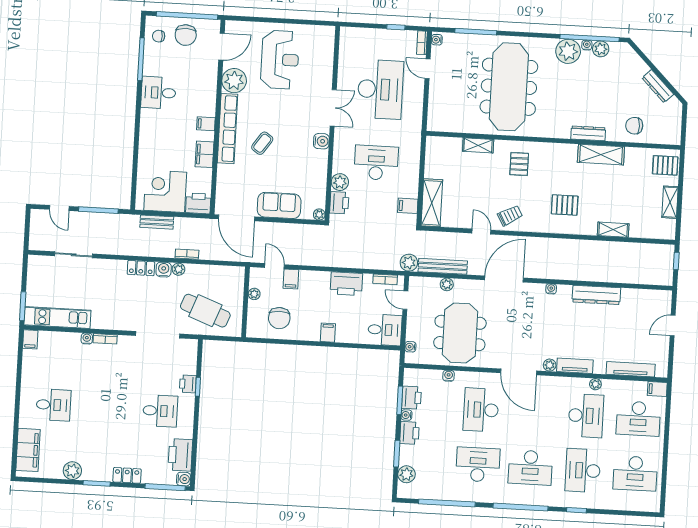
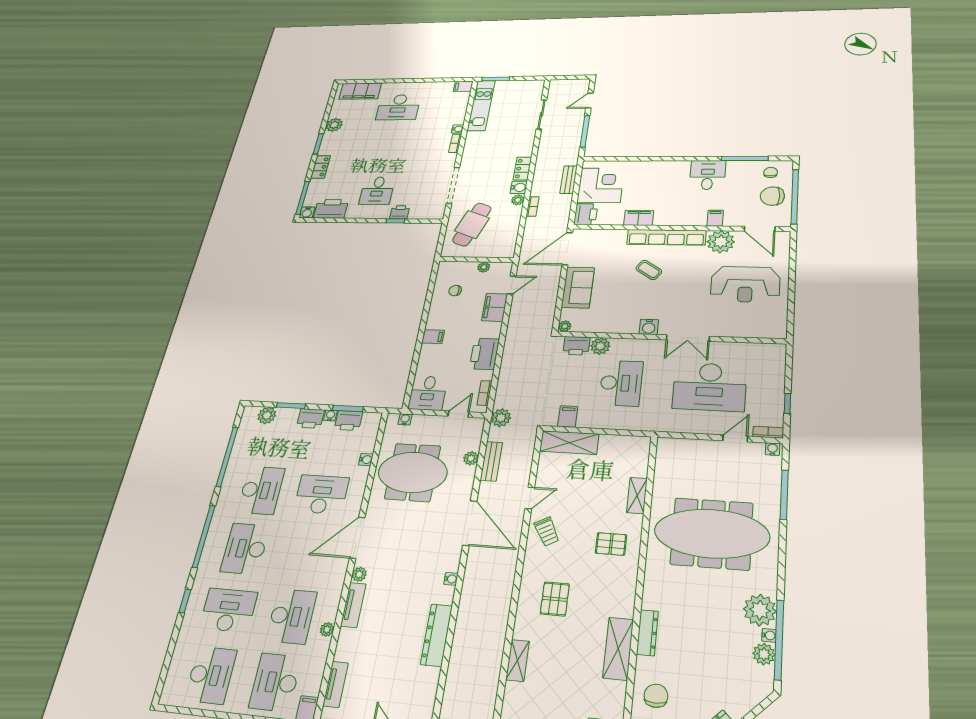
filing cabinet: (206, 124) -> (715, 218), moved
bench: (443, 266) -> (491, 461), width x0.73
filing cabinet: (291, 279) -> (494, 307), width x2.00
chair: (279, 318) -> (455, 291), width x0.54, depth x0.54
tv unit: (631, 369) -> (335, 684), width x0.71
desk: (53, 405) -> (398, 107), width x1.37
desk: (586, 416) -> (292, 616), turned -90
desk: (635, 473) -> (211, 675), turned 180

